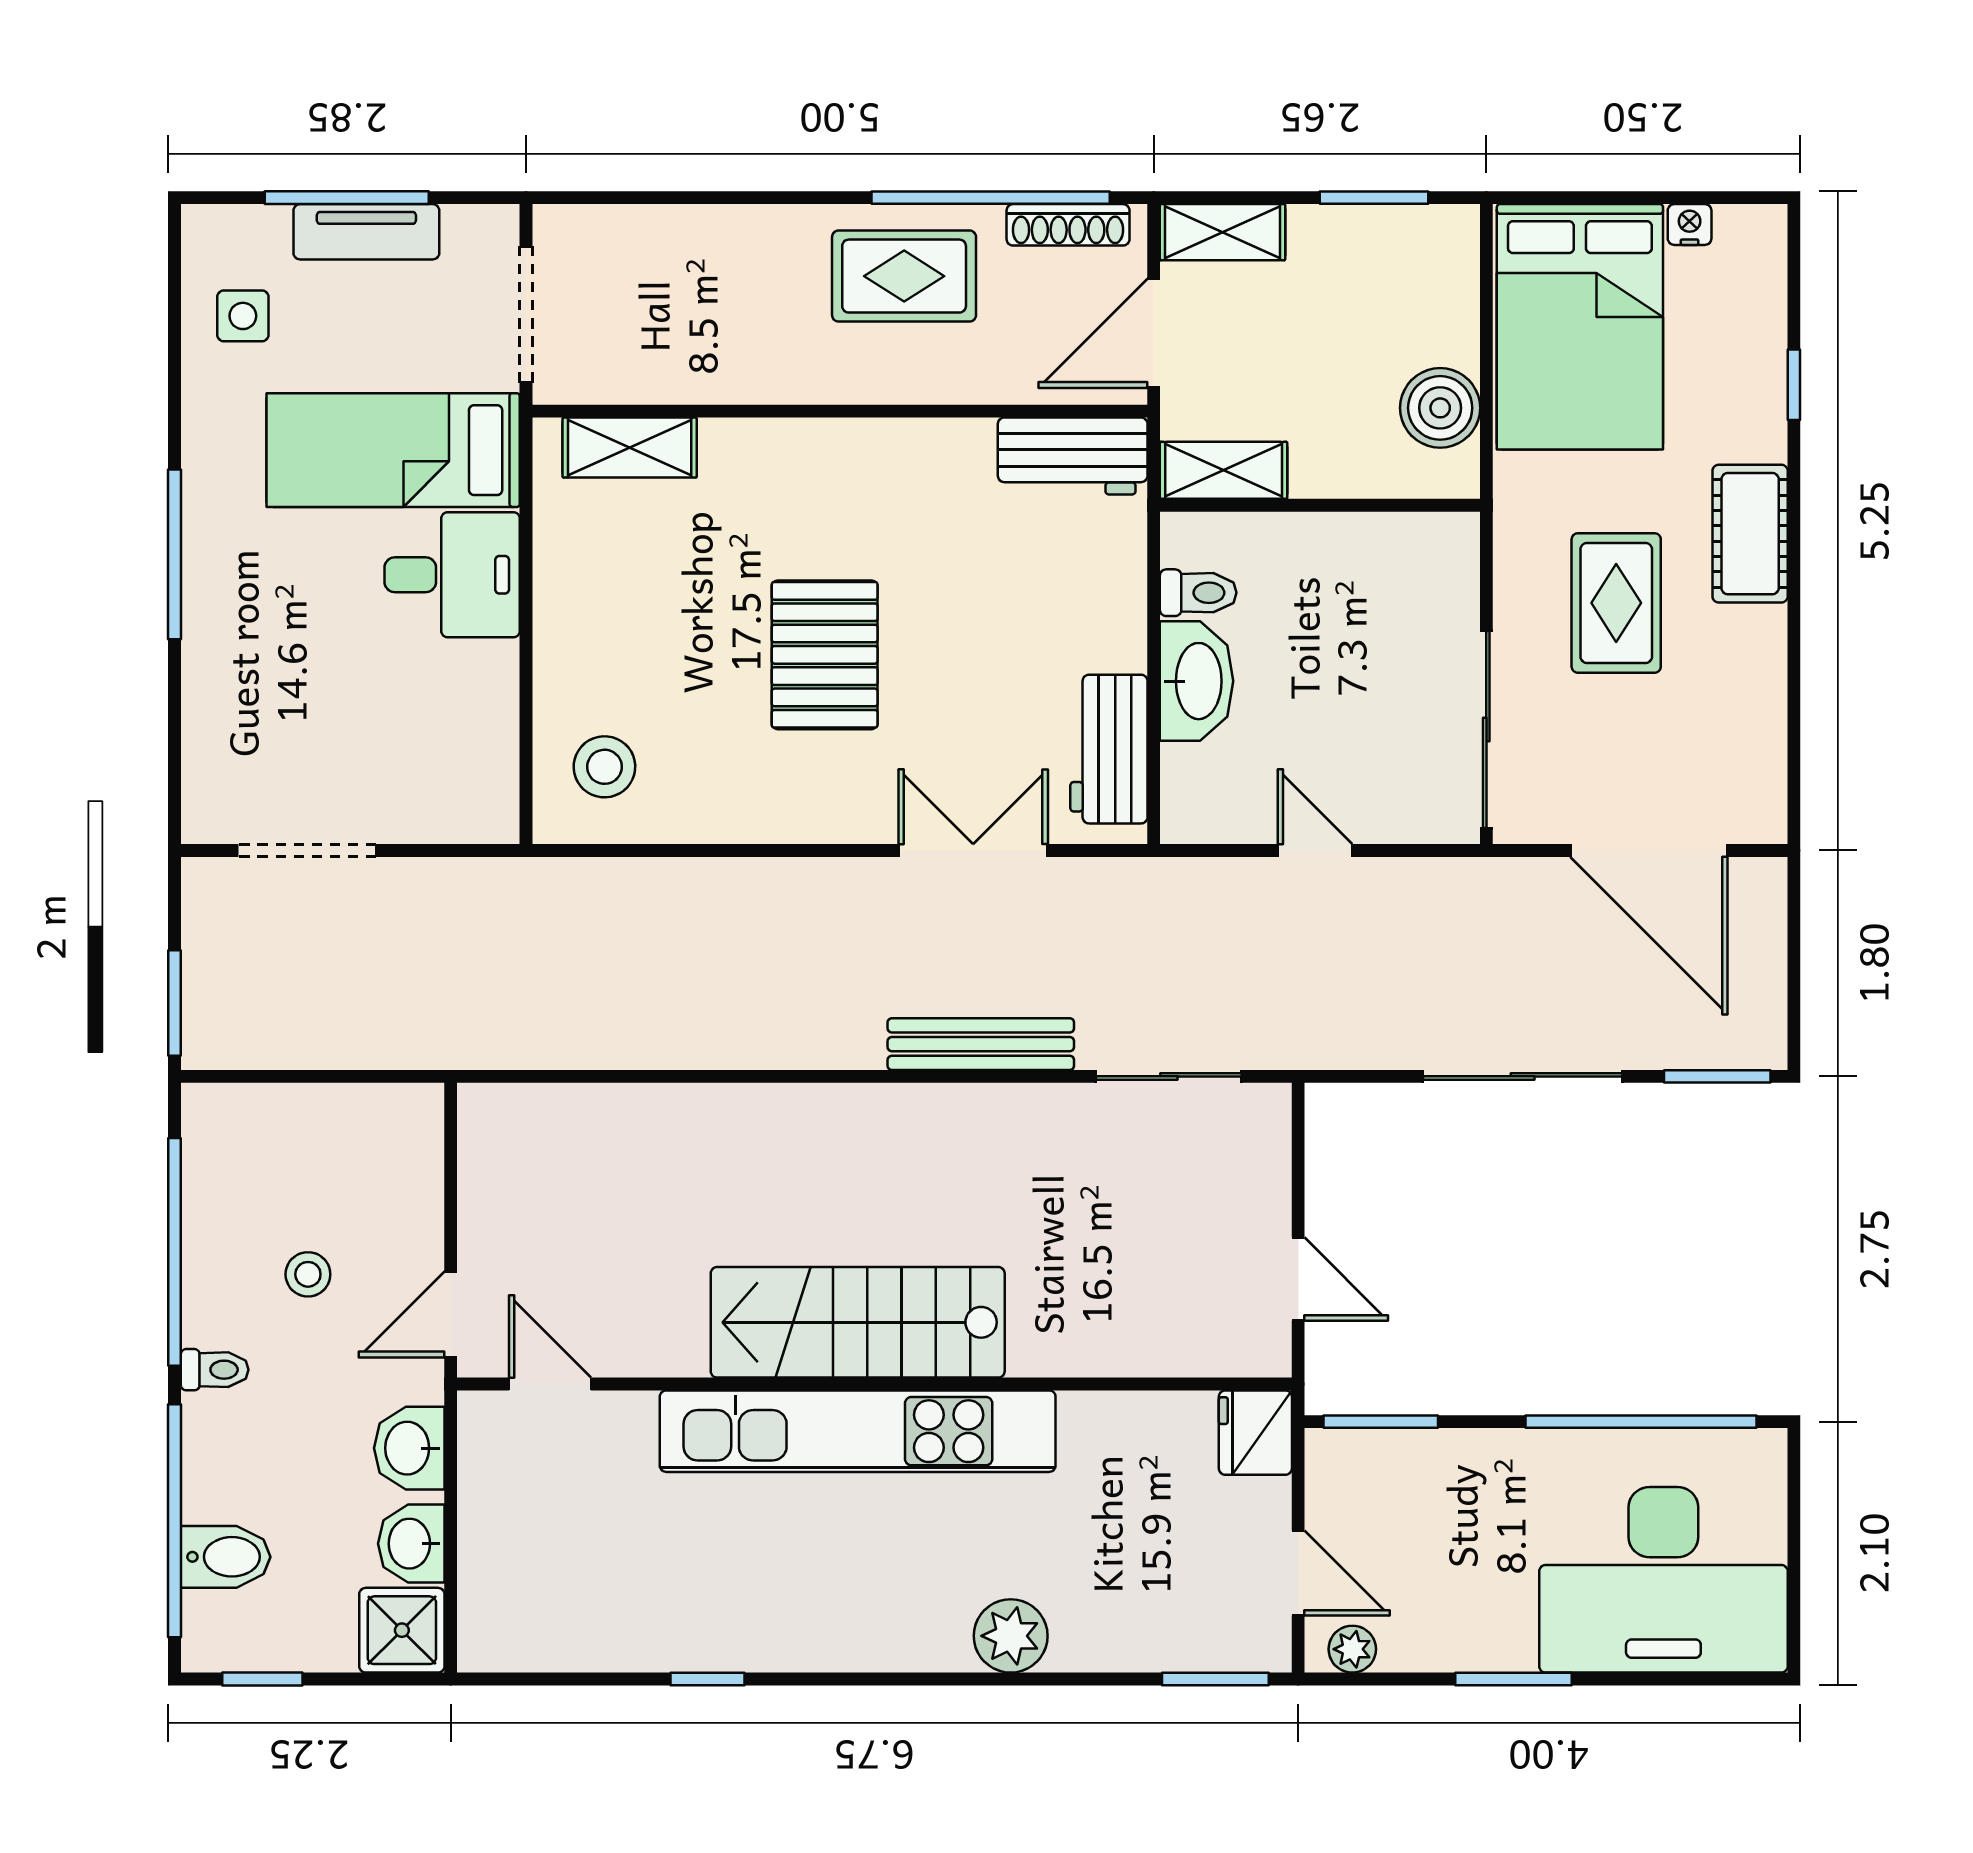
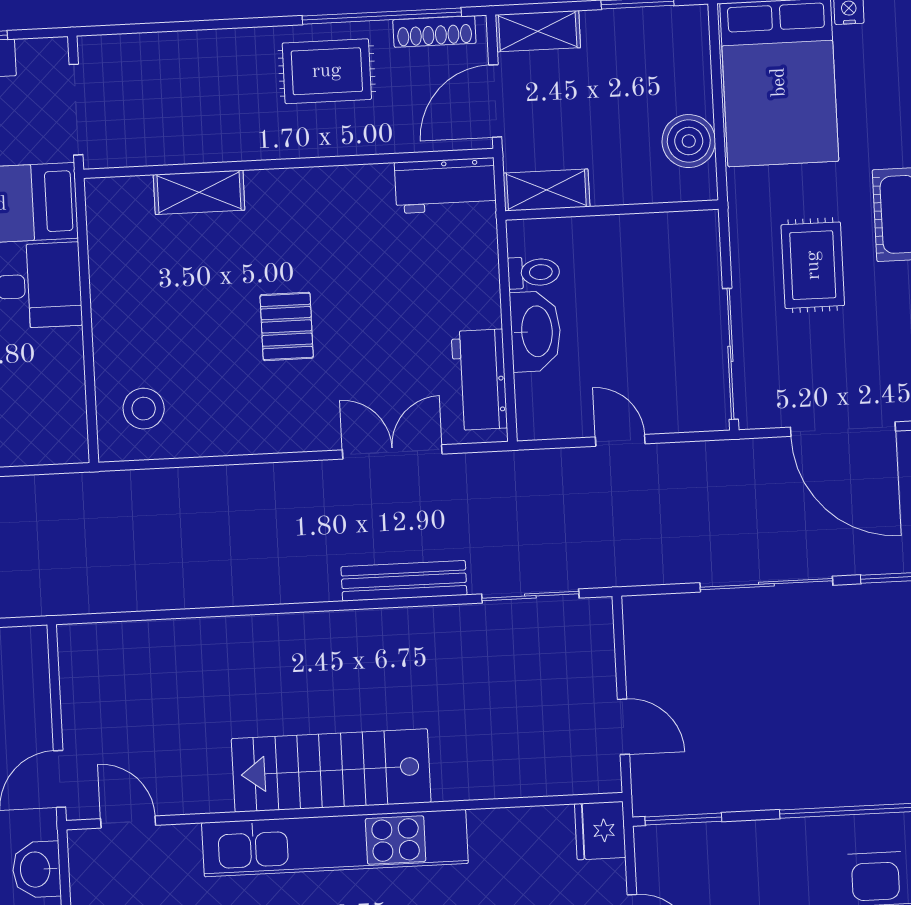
shelving: (630, 448) -> (199, 192), moved
pallet: (825, 655) -> (287, 326), width x0.67, depth x0.71

